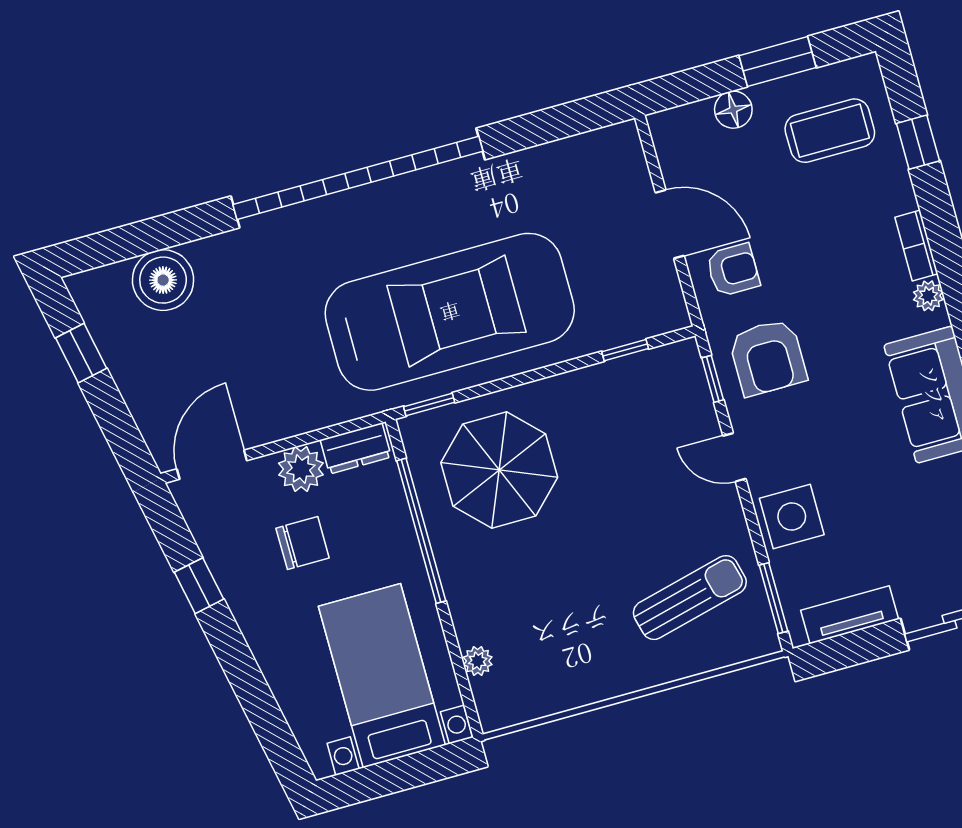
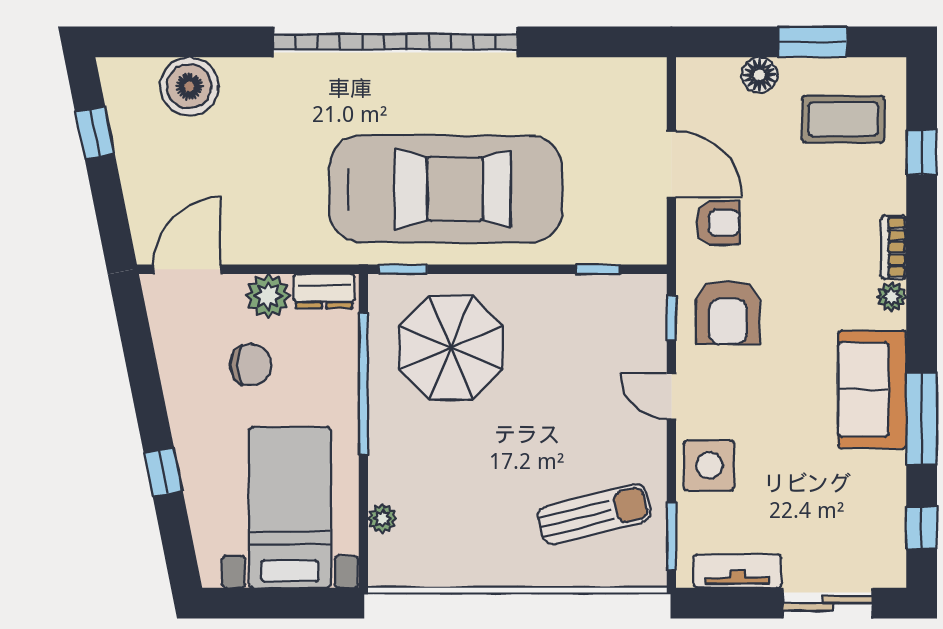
window: (199, 586) -> (163, 472), moved

